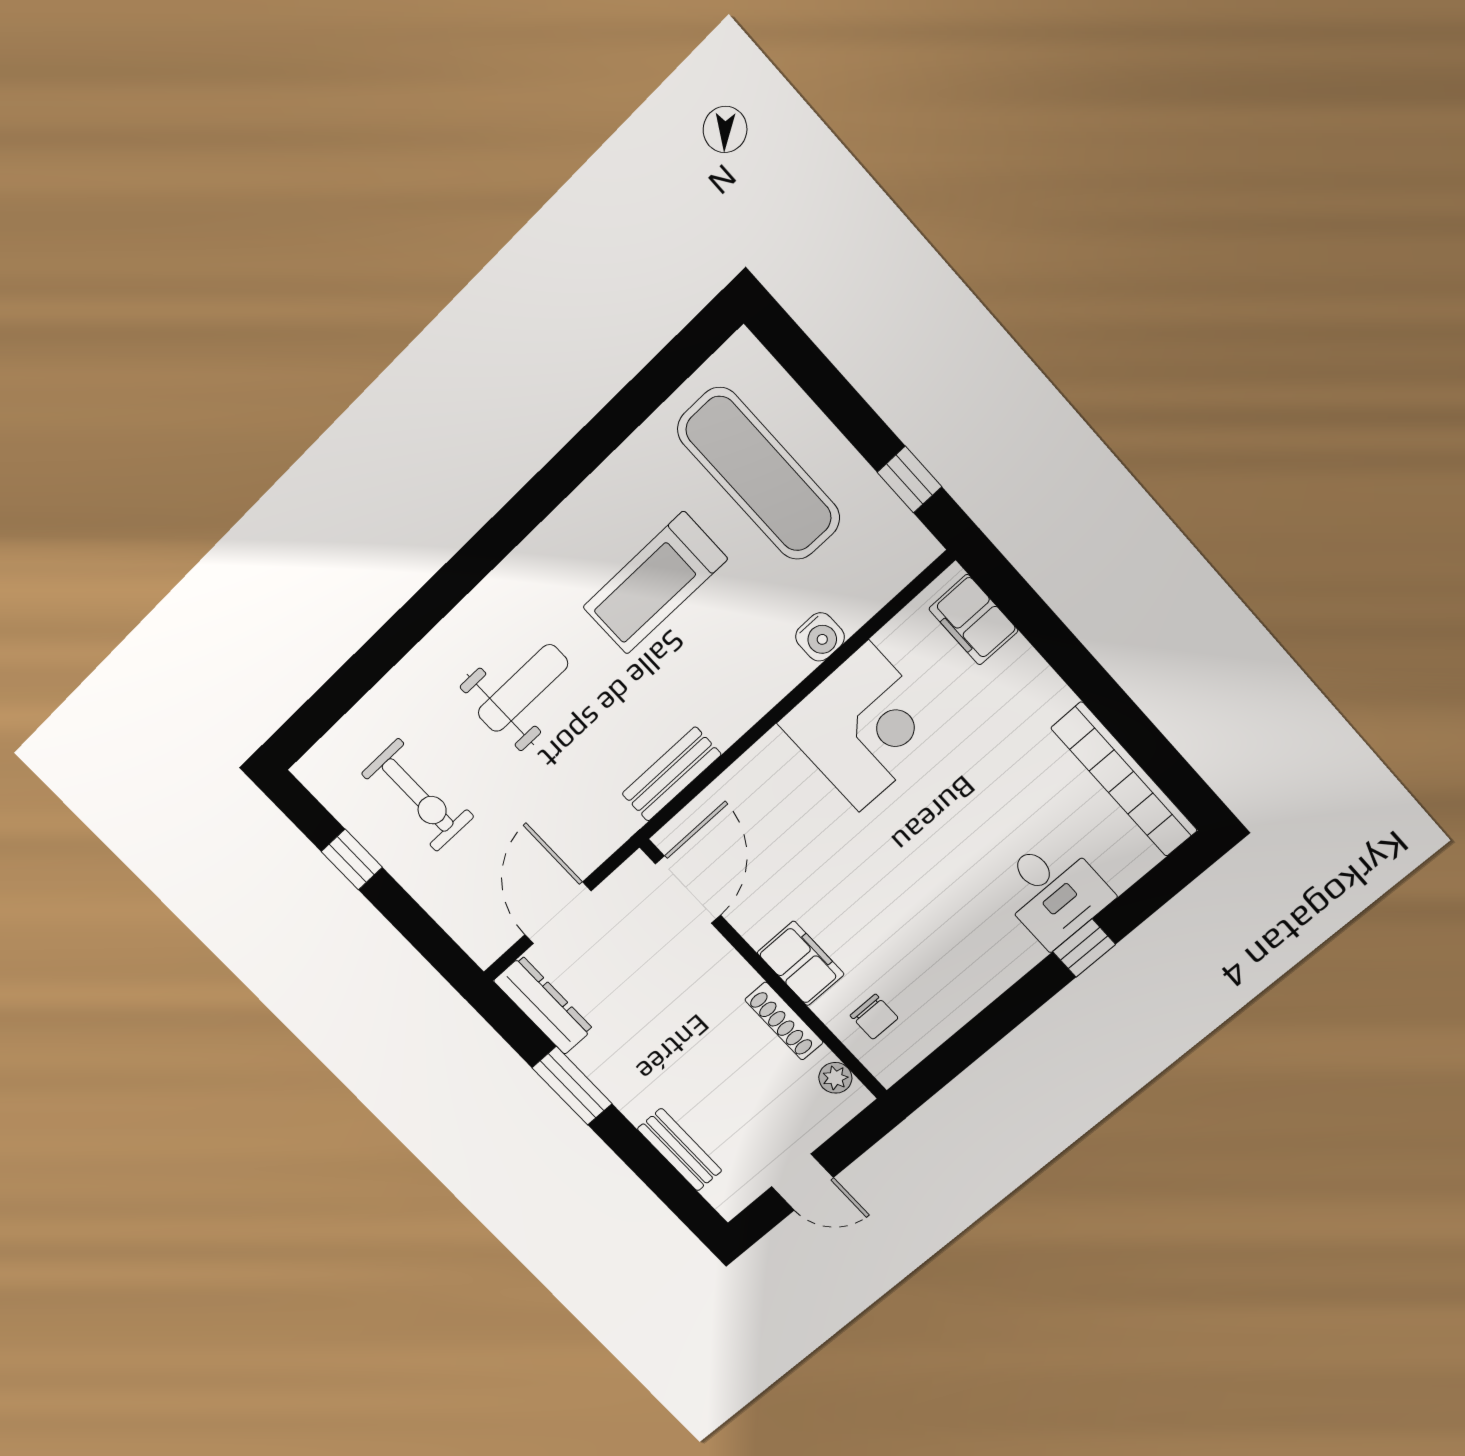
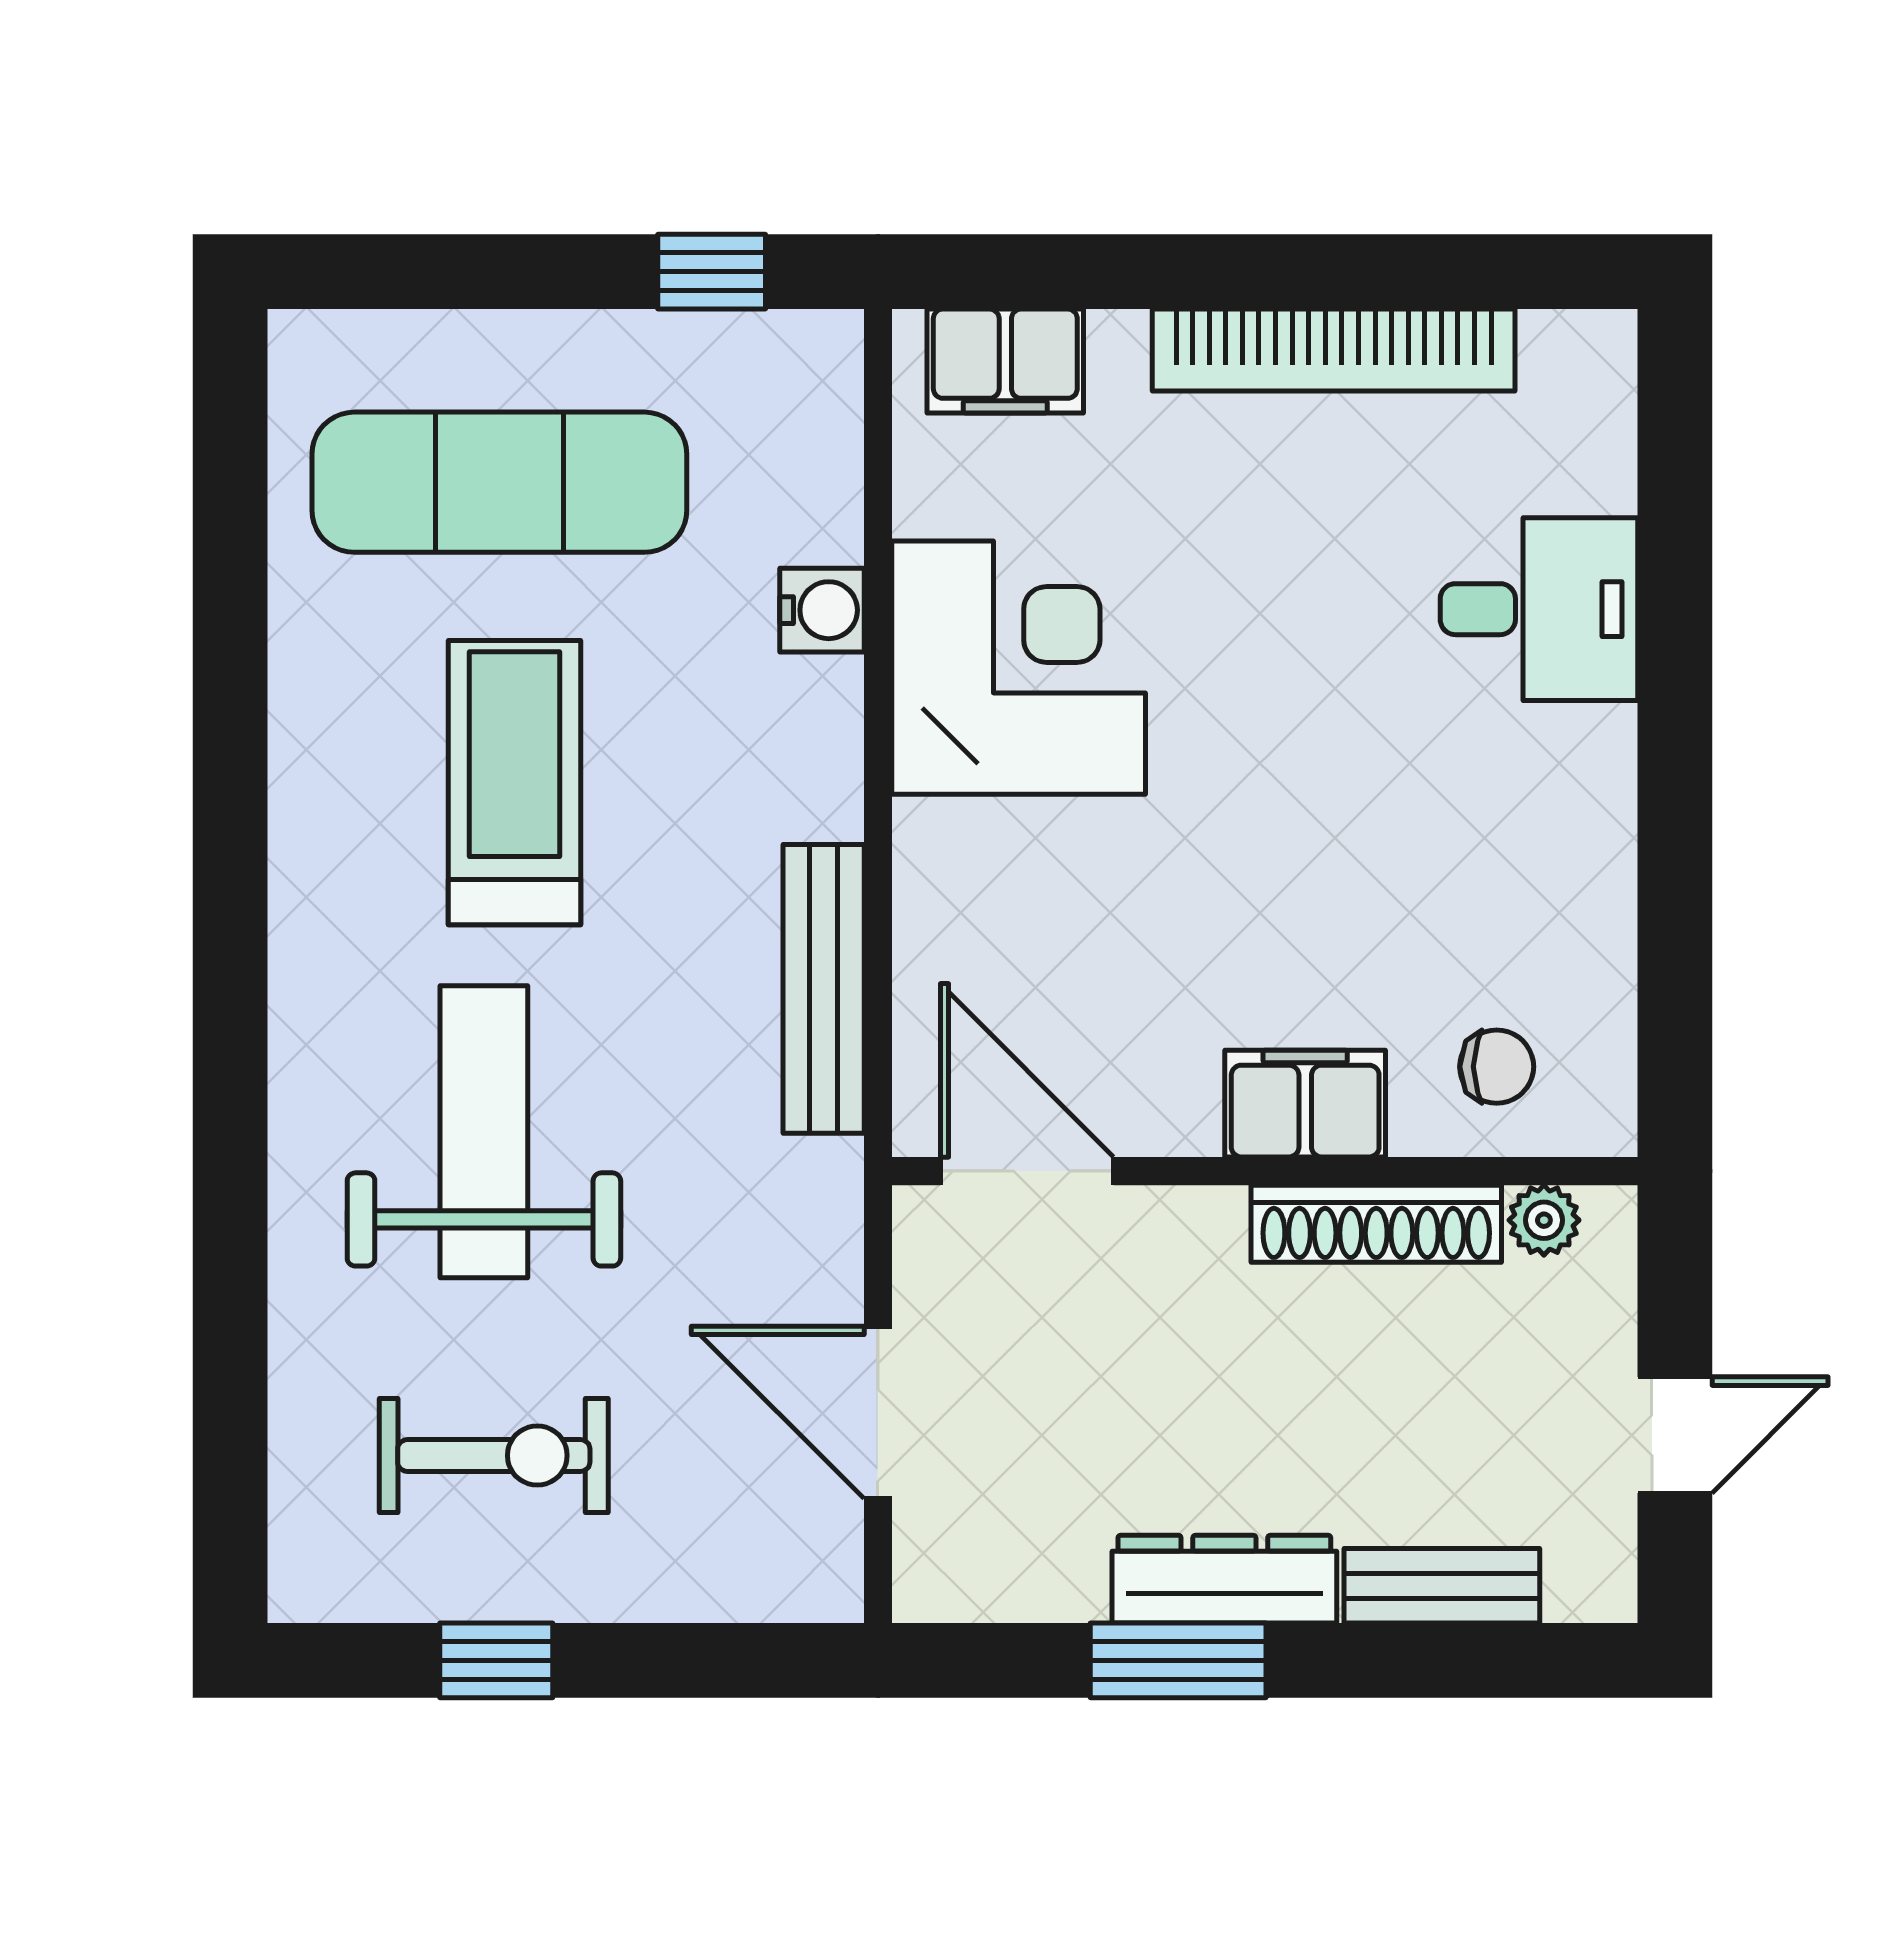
treadmill: (655, 583) -> (515, 783), turned 180
weight bench: (523, 688) -> (484, 1132), width x1.36, depth x1.33
bench: (672, 774) -> (824, 989), width x1.36
bookcase: (1124, 779) -> (1334, 350), moved
window: (1084, 948) -> (1675, 641), removed
dresser: (543, 1005) -> (1224, 1579), moved
shoe rack: (784, 1021) -> (1376, 1224), width x1.36, depth x1.24

